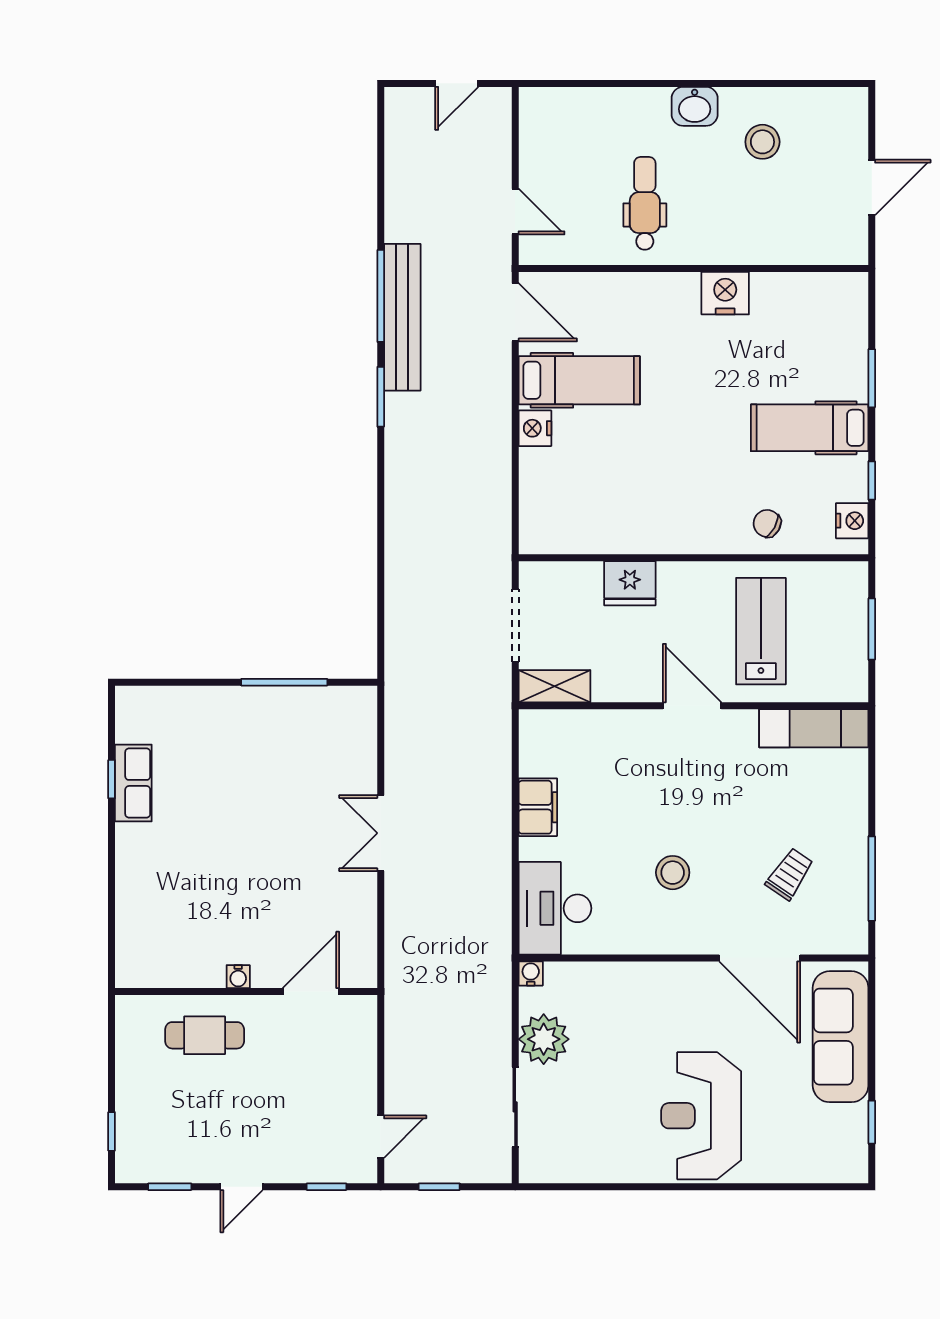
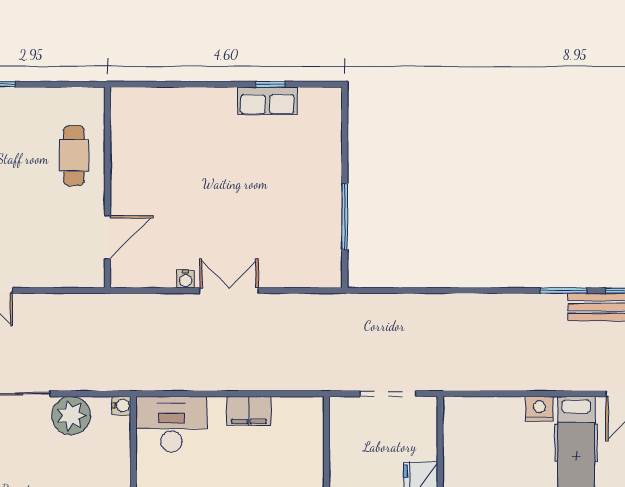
shelving: (554, 686) -> (342, 424), removed
water cooler: (238, 977) -> (185, 279), moved, turned -90
door: (311, 992) -> (107, 237), hinge flipped

